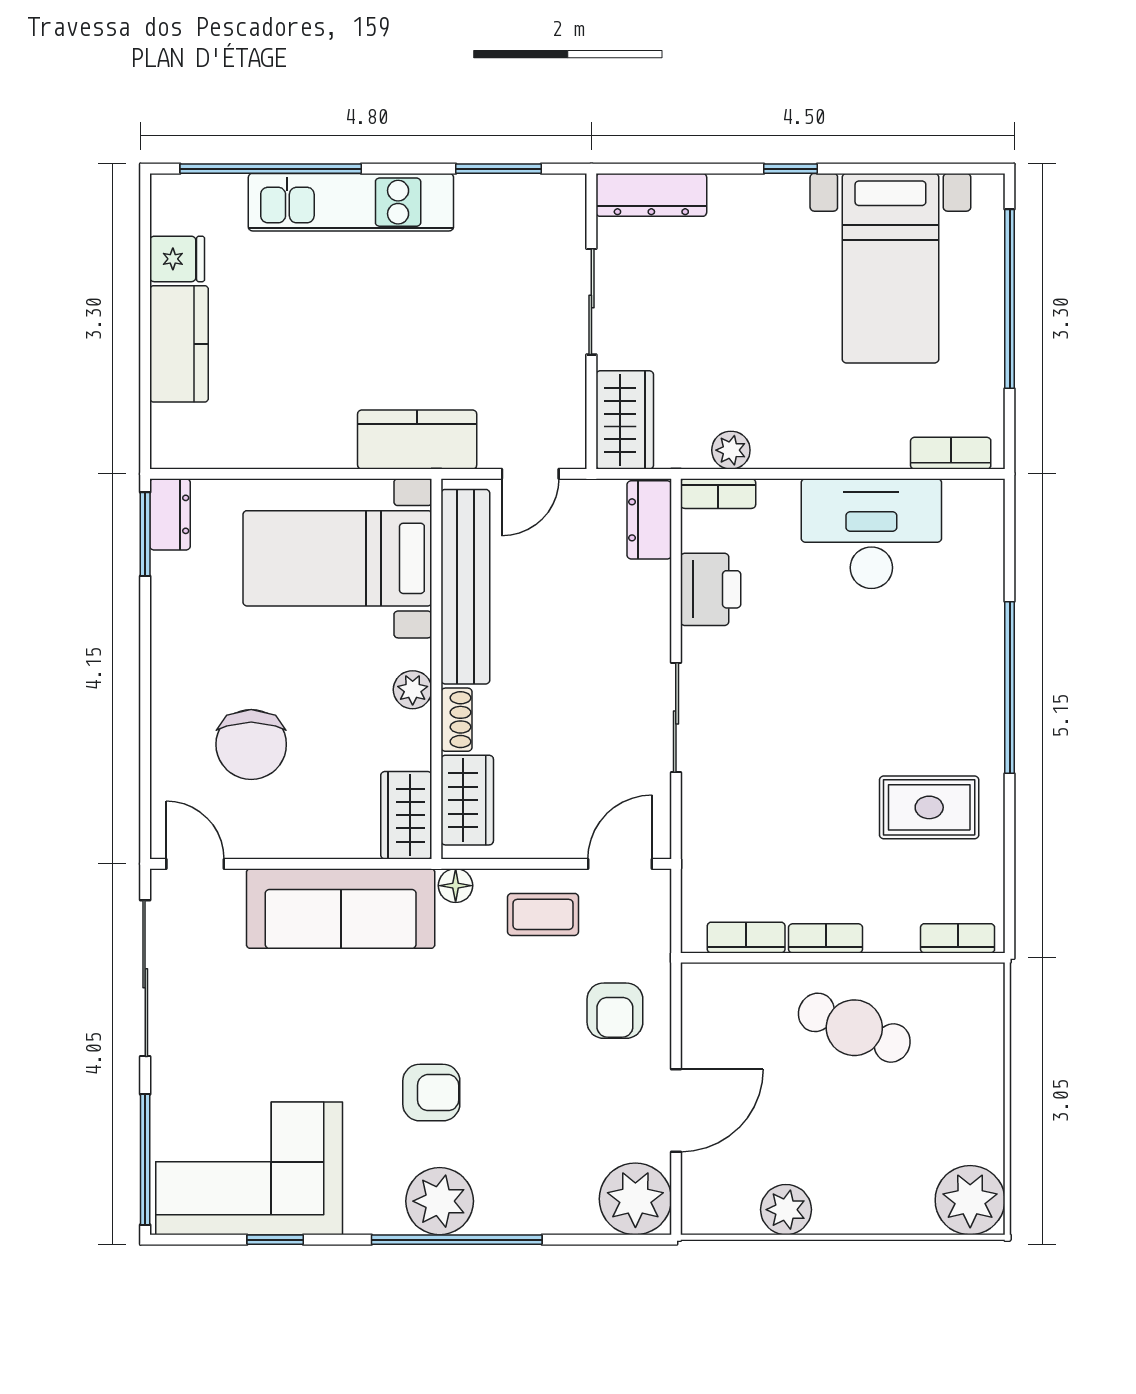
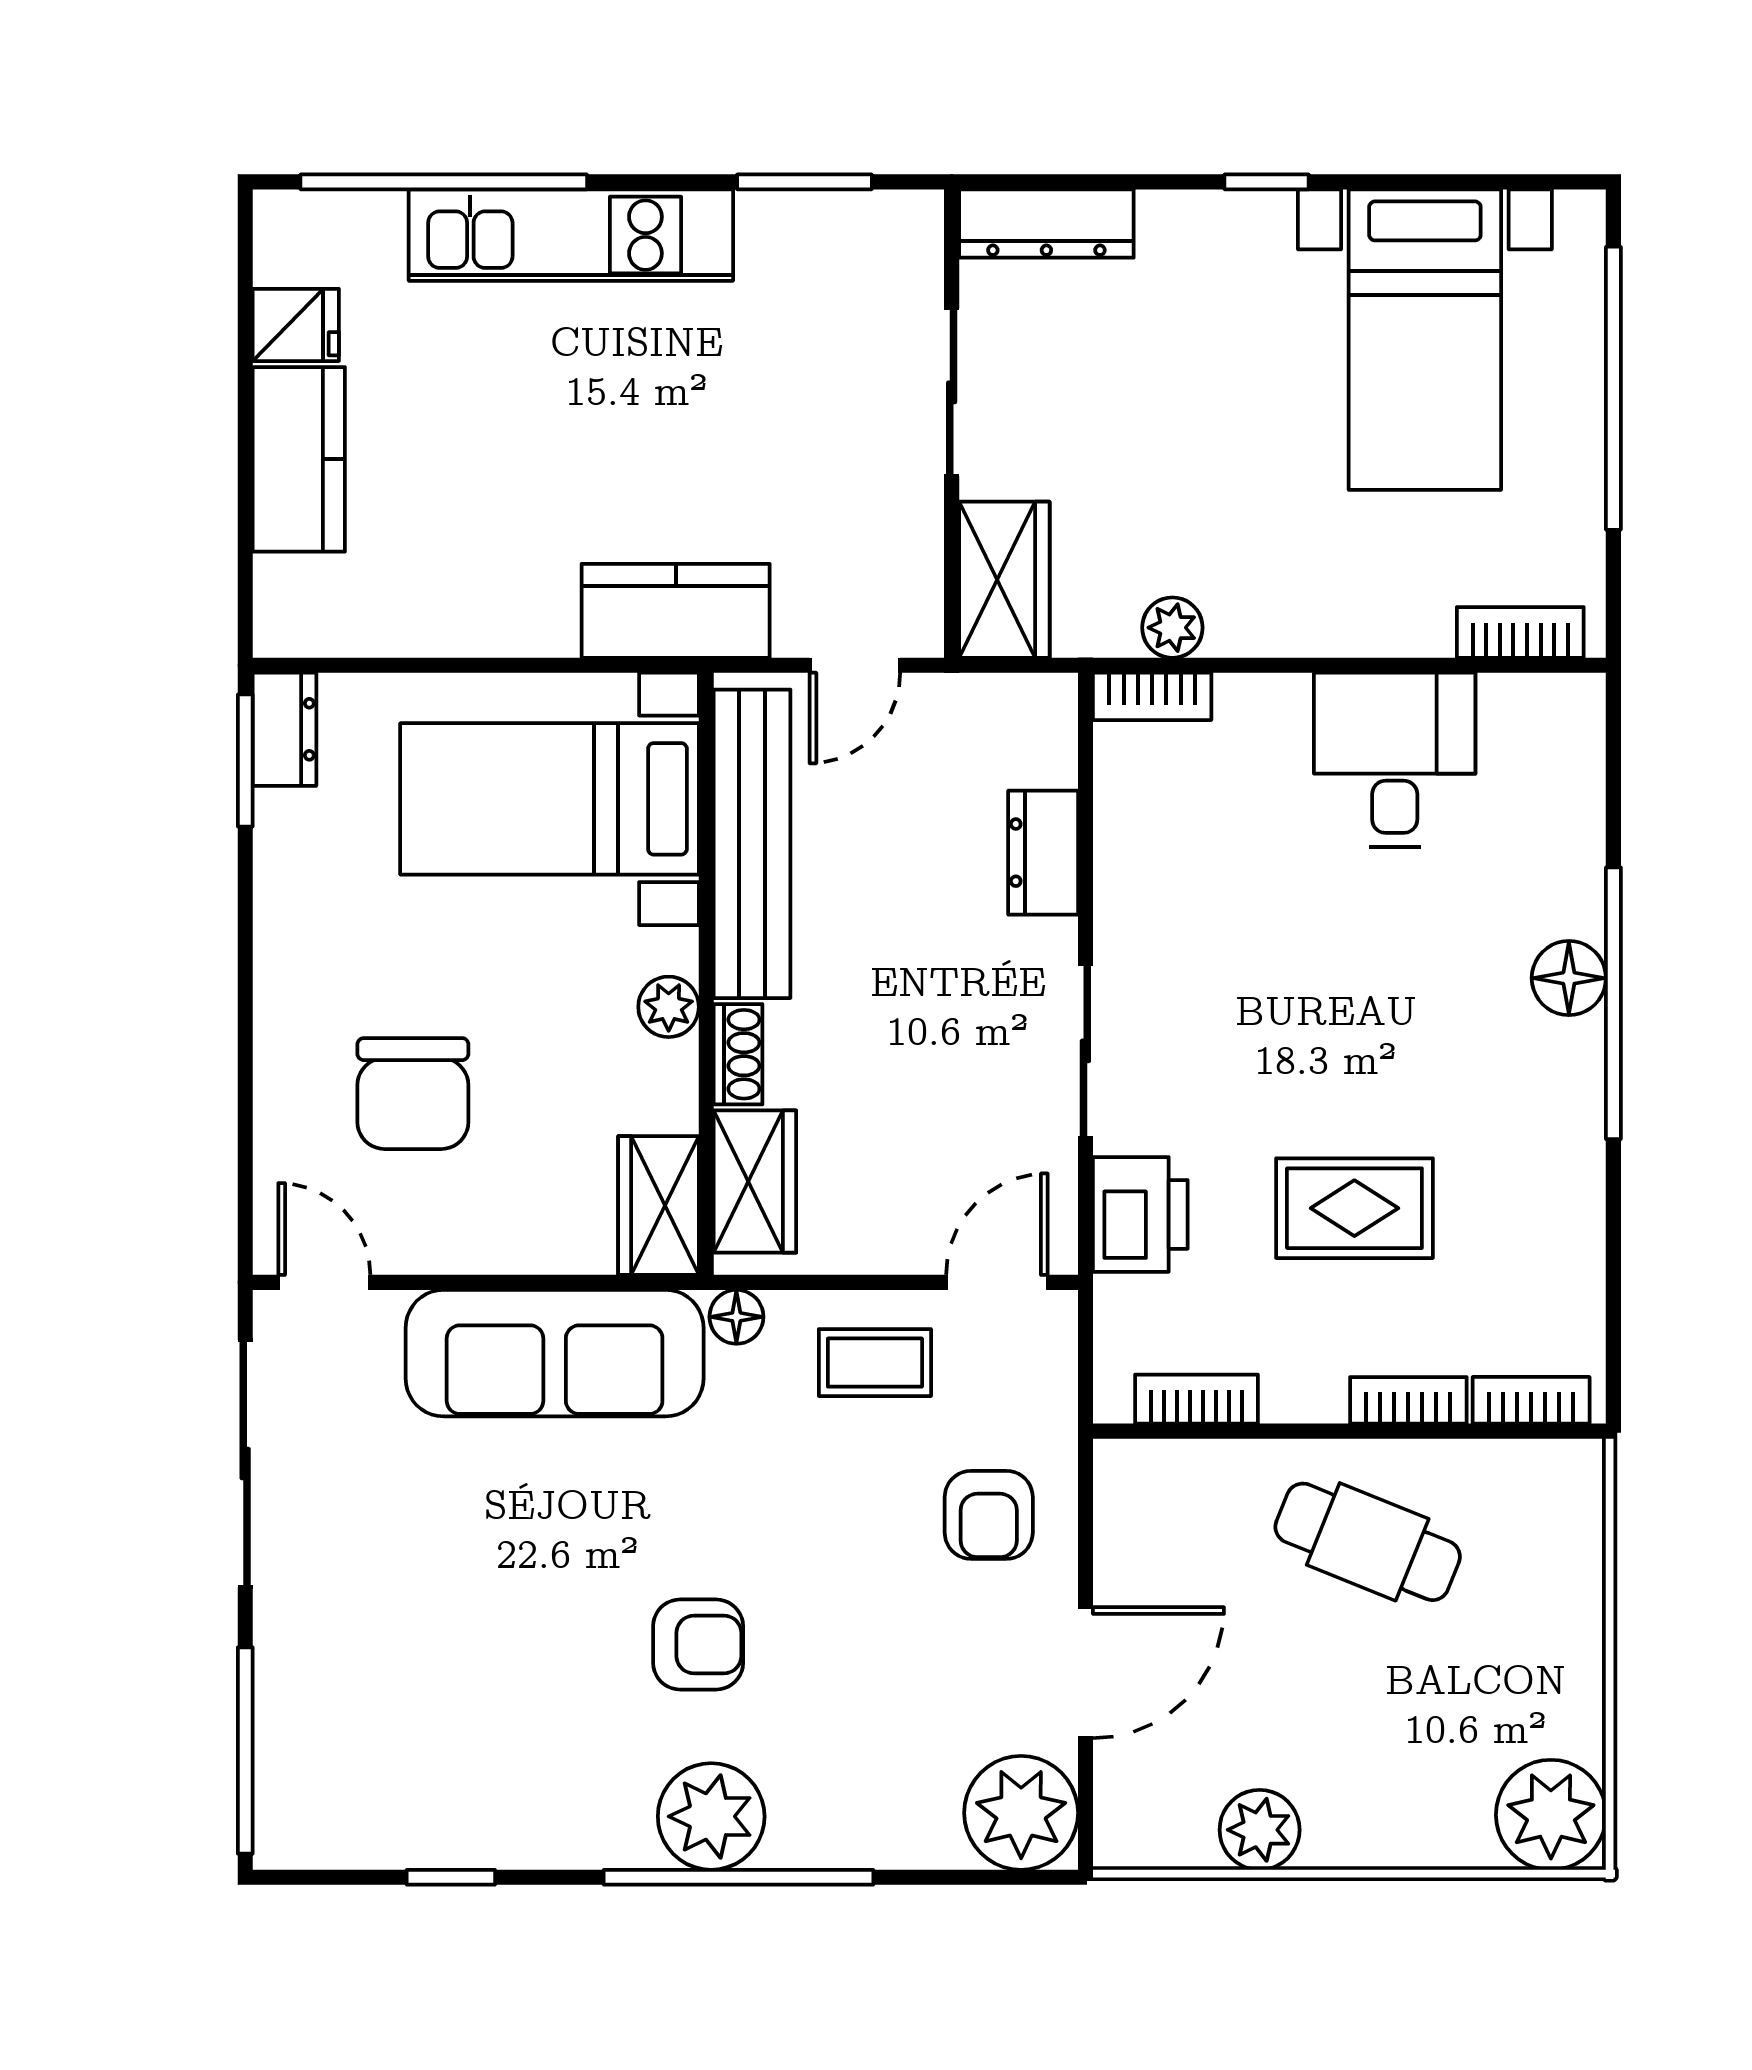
dresser: (649, 520) -> (1043, 853), moved
desk: (871, 534) -> (1395, 760), width x0.73
printer: (711, 589) -> (1140, 1214), moved
floor lamp: (981, 672) -> (1569, 978), added
rug: (929, 807) -> (1354, 1208), moved
bookcase: (826, 938) -> (1408, 1400), moved
corner sofa: (249, 1168) -> (410, 1765), removed

